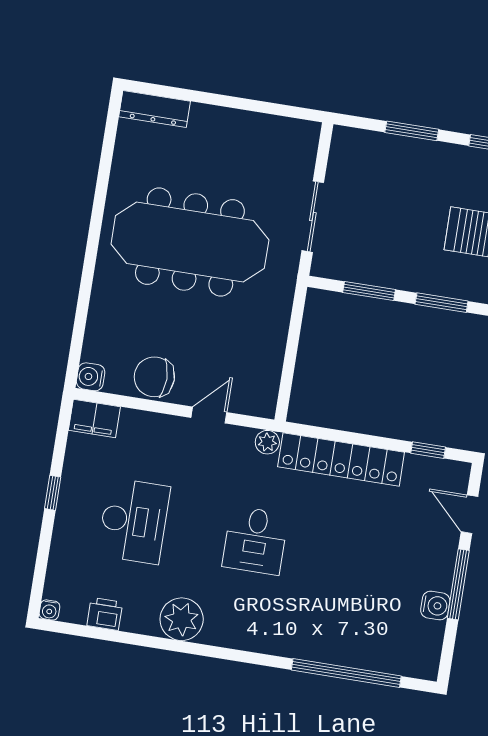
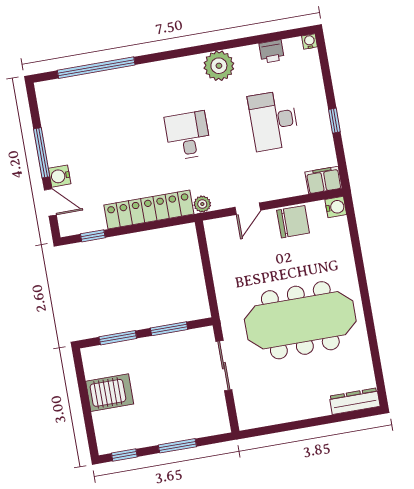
water cooler: (435, 606) -> (60, 176), moved

